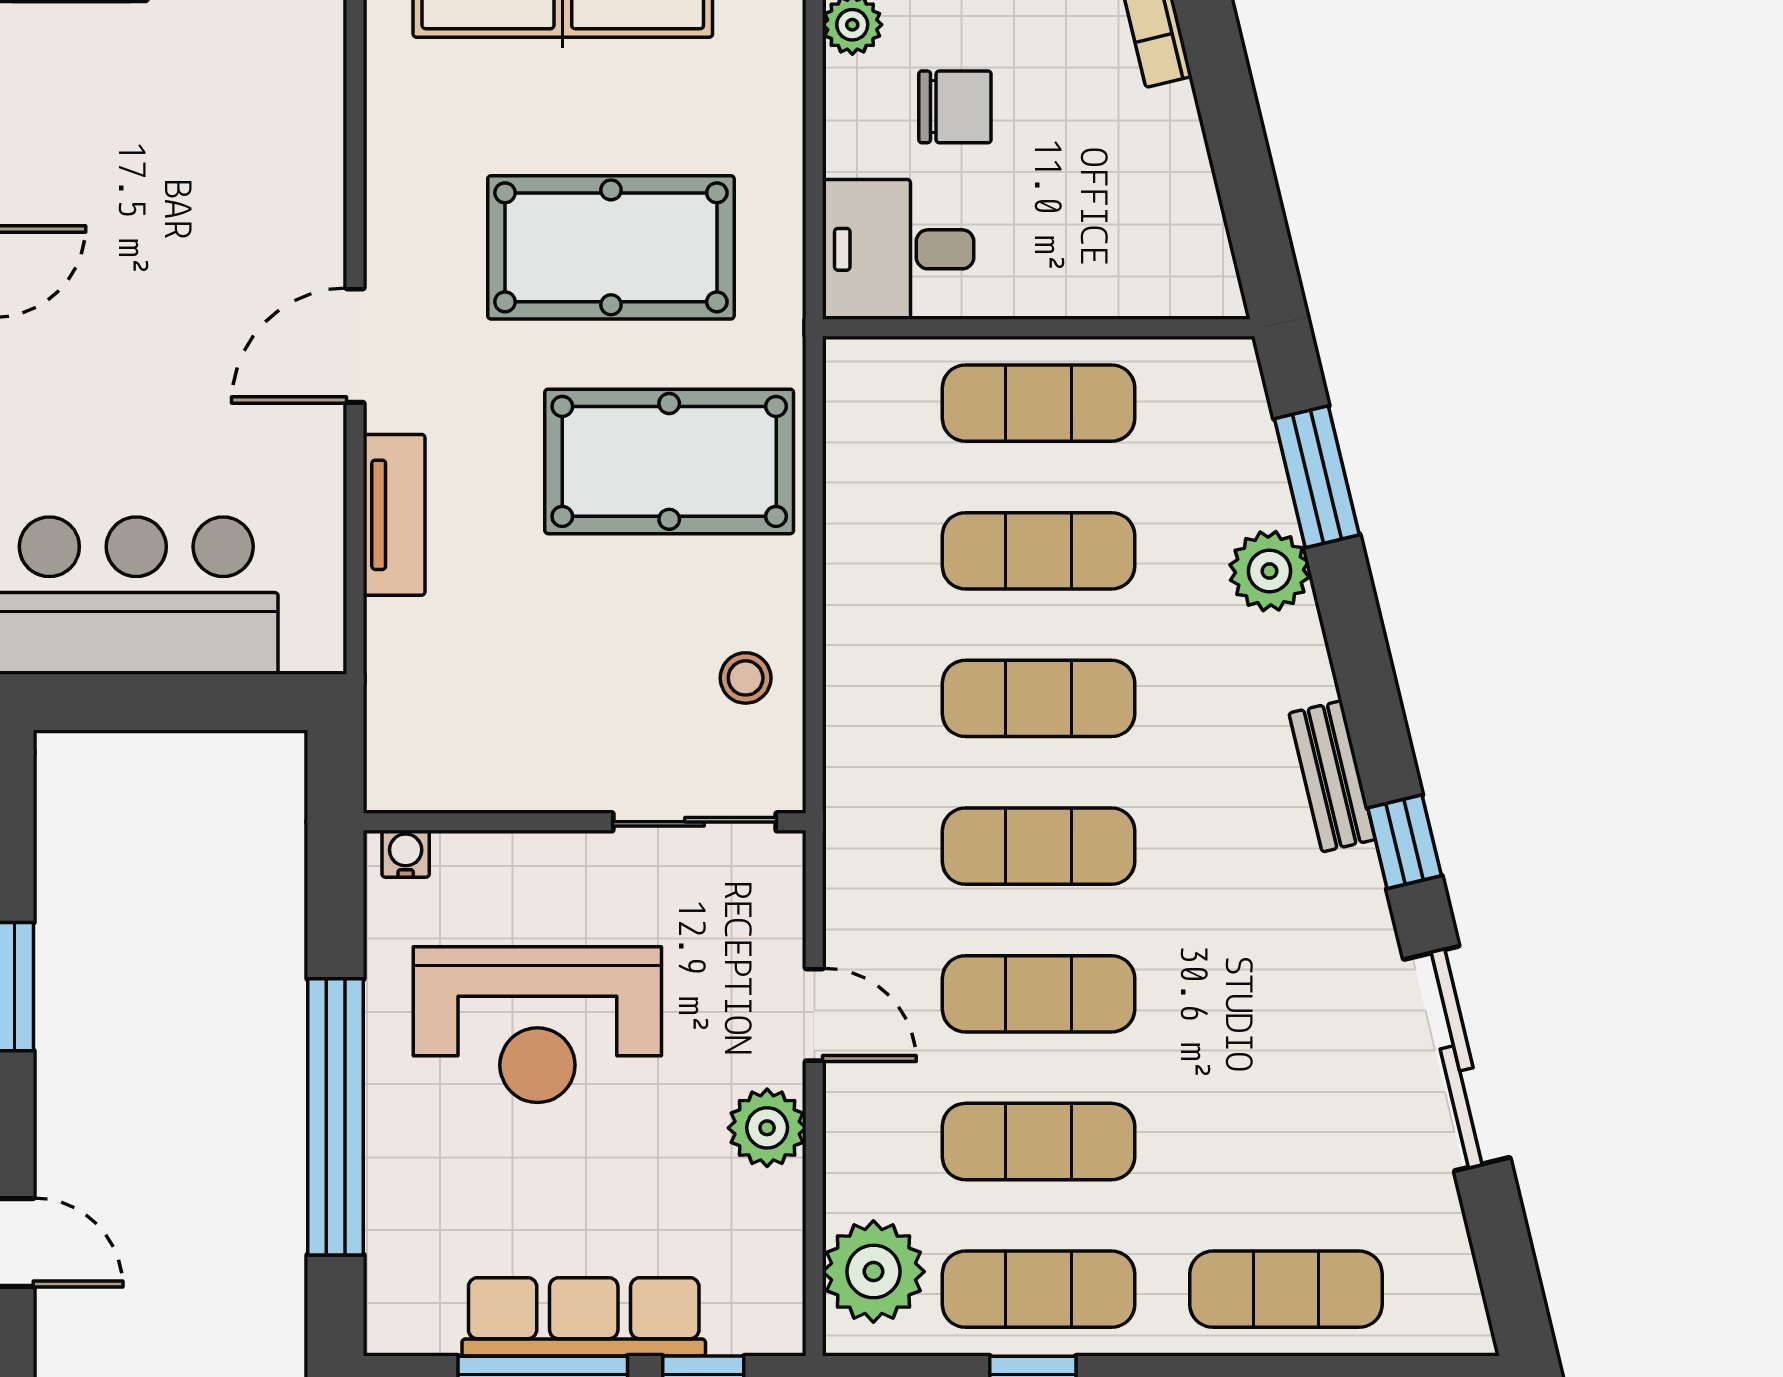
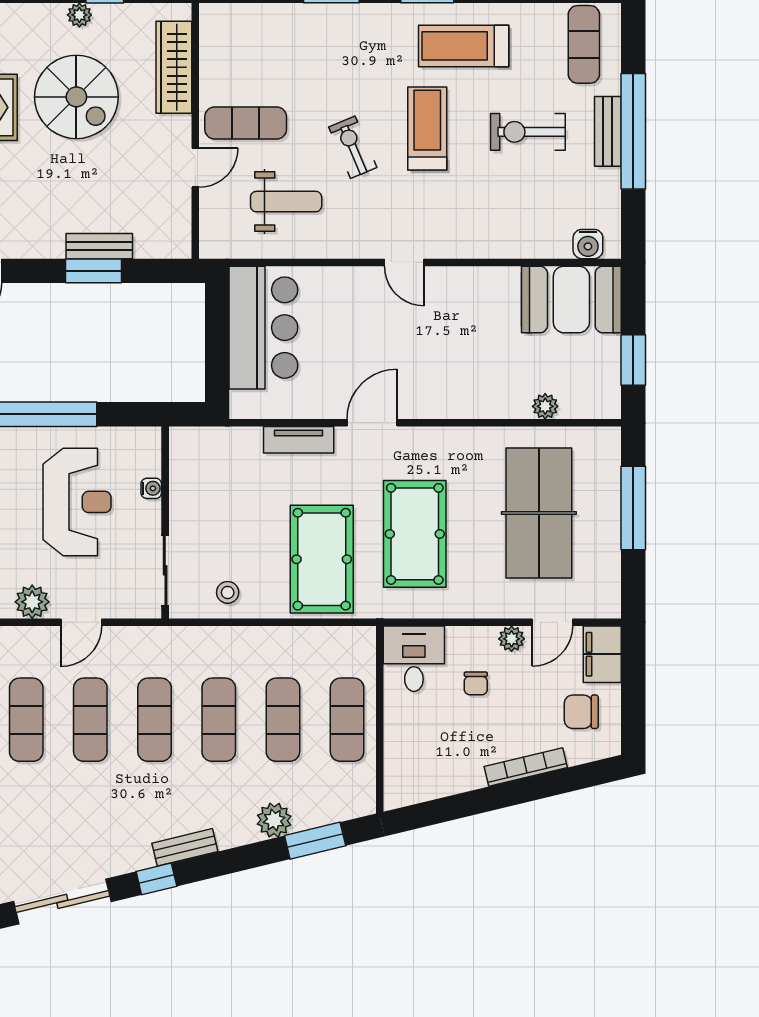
chair: (955, 107) -> (476, 683), width x0.73, depth x0.73
door: (355, 346) -> (372, 423), hinge flipped
water cooler: (406, 854) -> (151, 488), moved
reception desk: (537, 1025) -> (77, 502), turned 180

